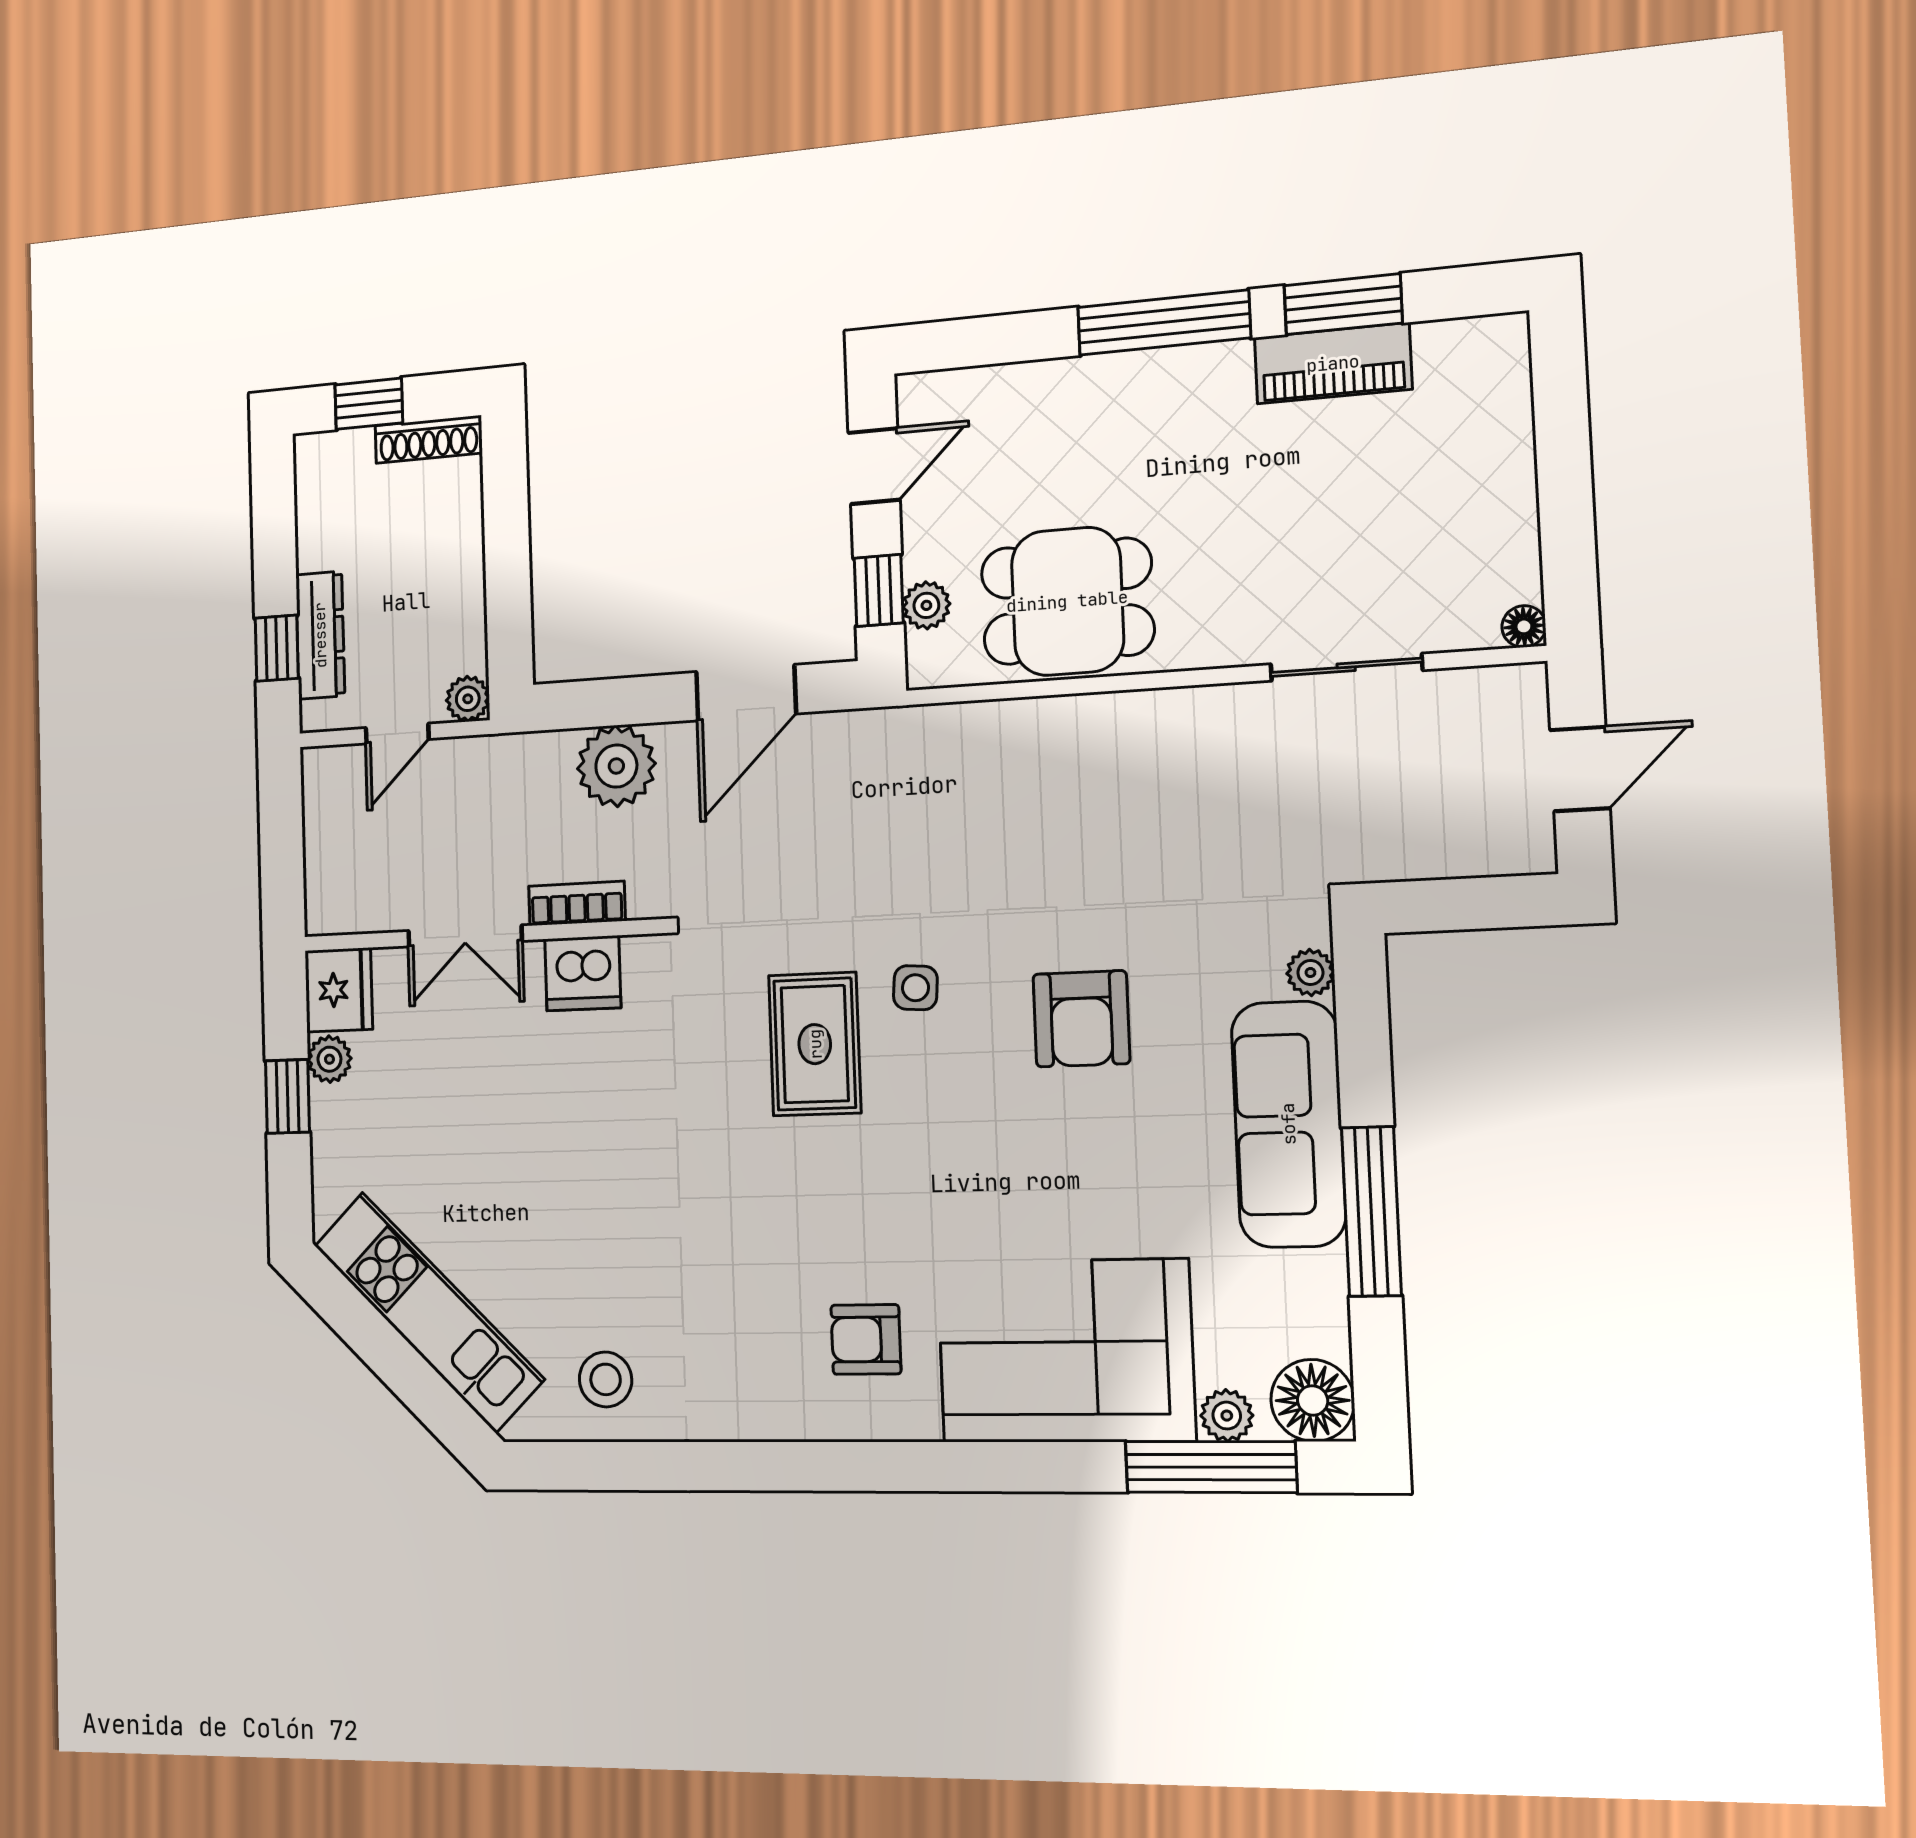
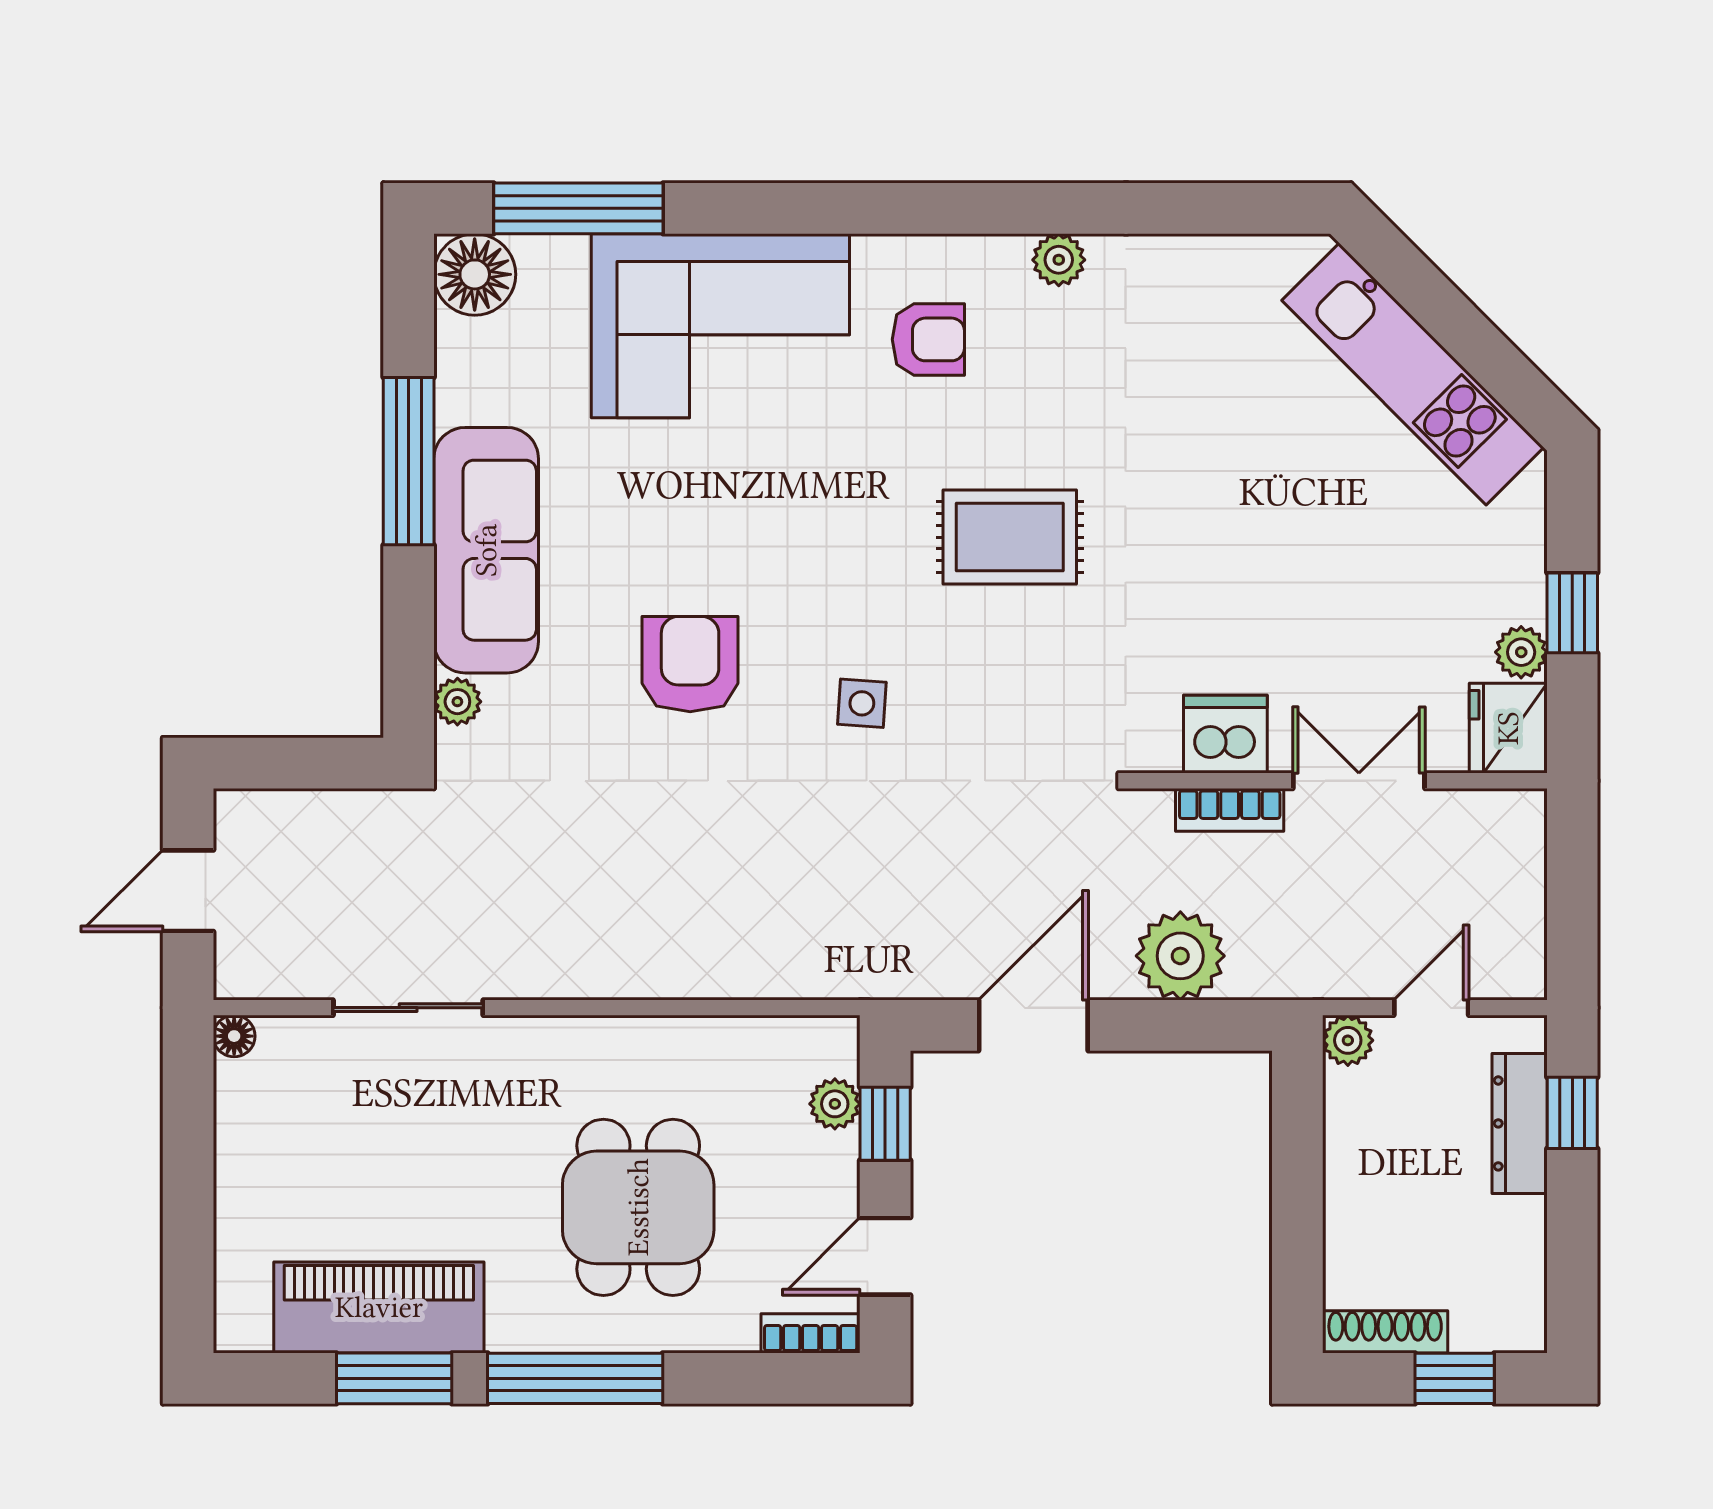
piano: (1333, 363) -> (379, 1307), width x1.37, depth x1.33
bookcase: (941, 388) -> (811, 1333), added
dining table: (1067, 601) -> (638, 1207), moved, turned 90
rug: (815, 1044) -> (1010, 537), moved, turned 90
stool: (606, 1379) -> (1214, 300), removed
plant: (1227, 1416) -> (1059, 260), moved

